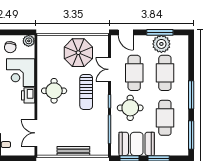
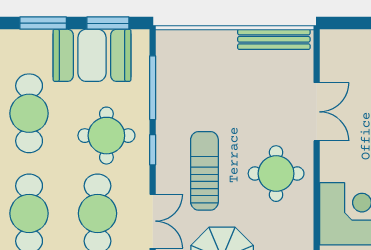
printer: (28, 95) -> (334, 163), removed
double door: (36, 133) -> (317, 112), moved
bench: (73, 151) -> (274, 39), moved

